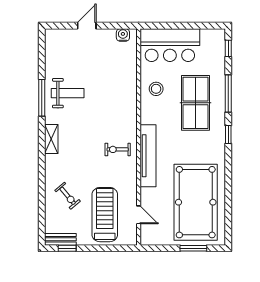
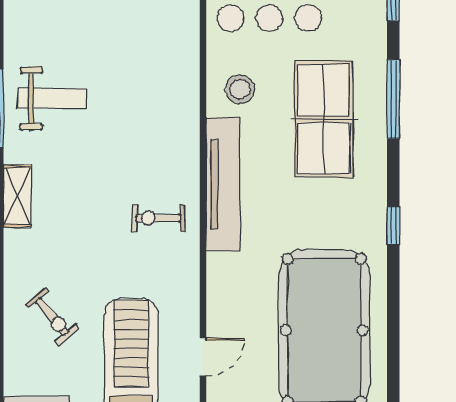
window: (228, 135) -> (393, 226), moved
tv unit: (148, 156) -> (223, 184), moved
door: (139, 215) -> (203, 357), hinge flipped

